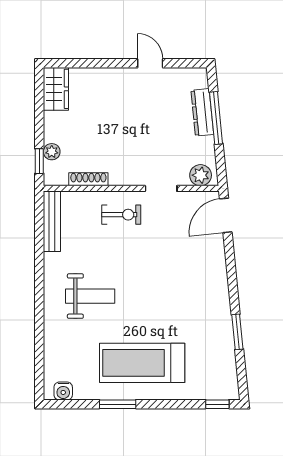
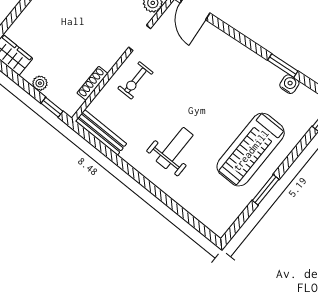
plant: (52, 152) -> (40, 83), moved
exercise bike: (121, 215) -> (135, 80), turned 180
water cooler: (63, 391) -> (289, 84), moved, turned -96

